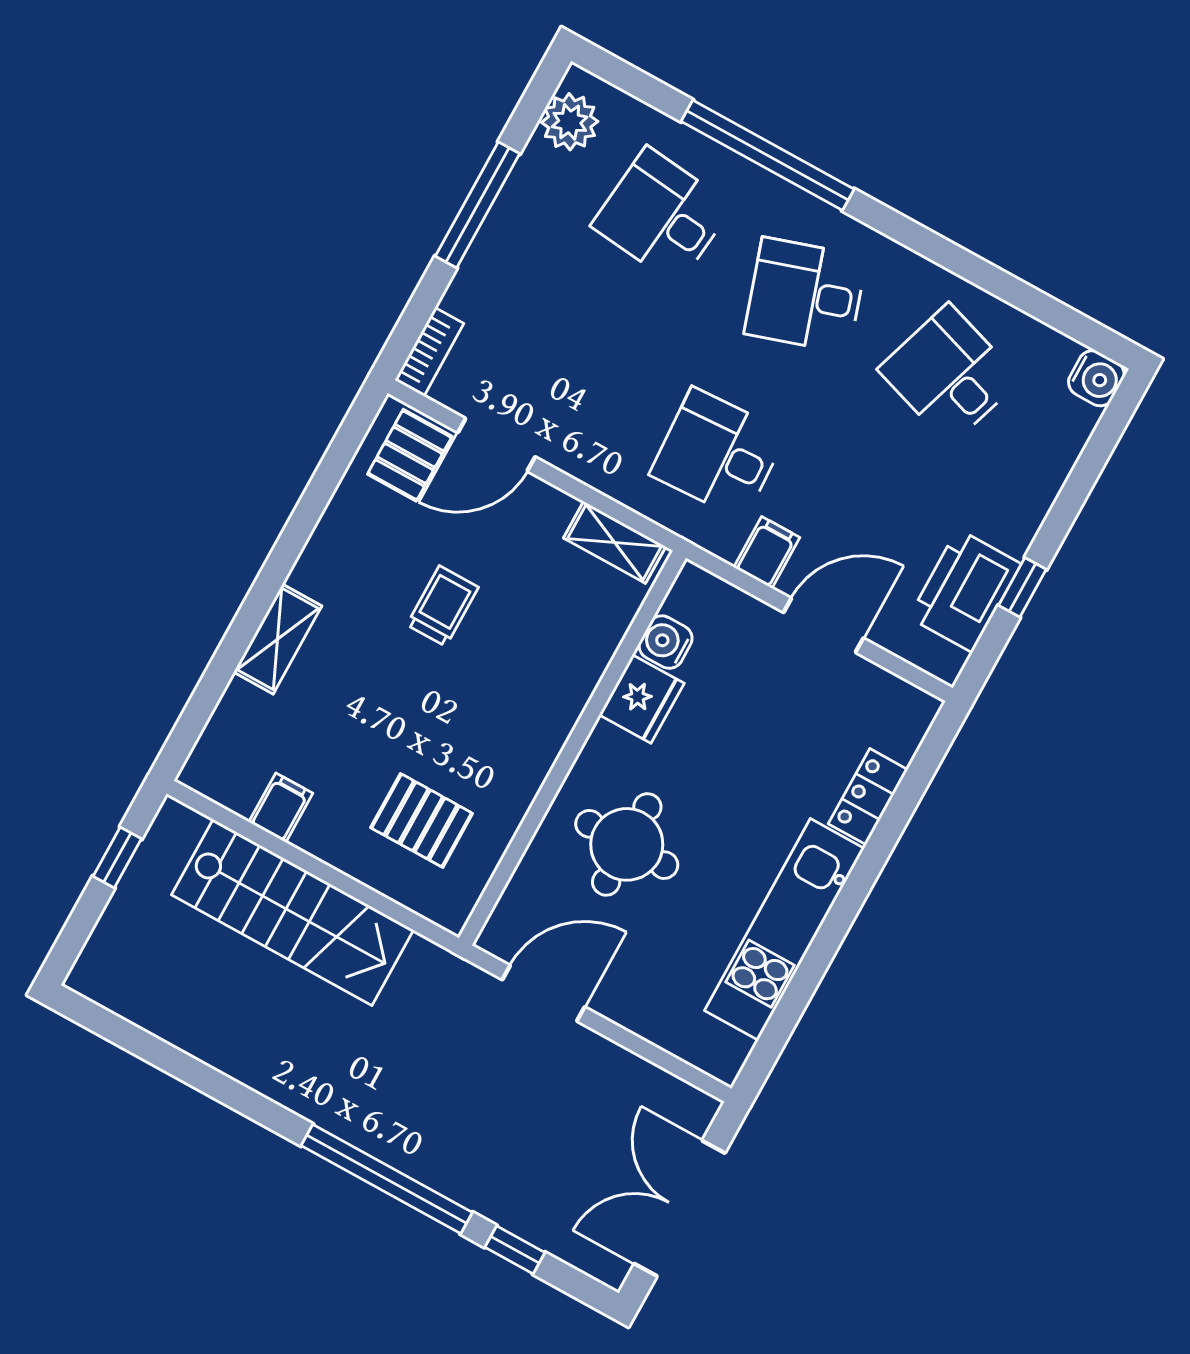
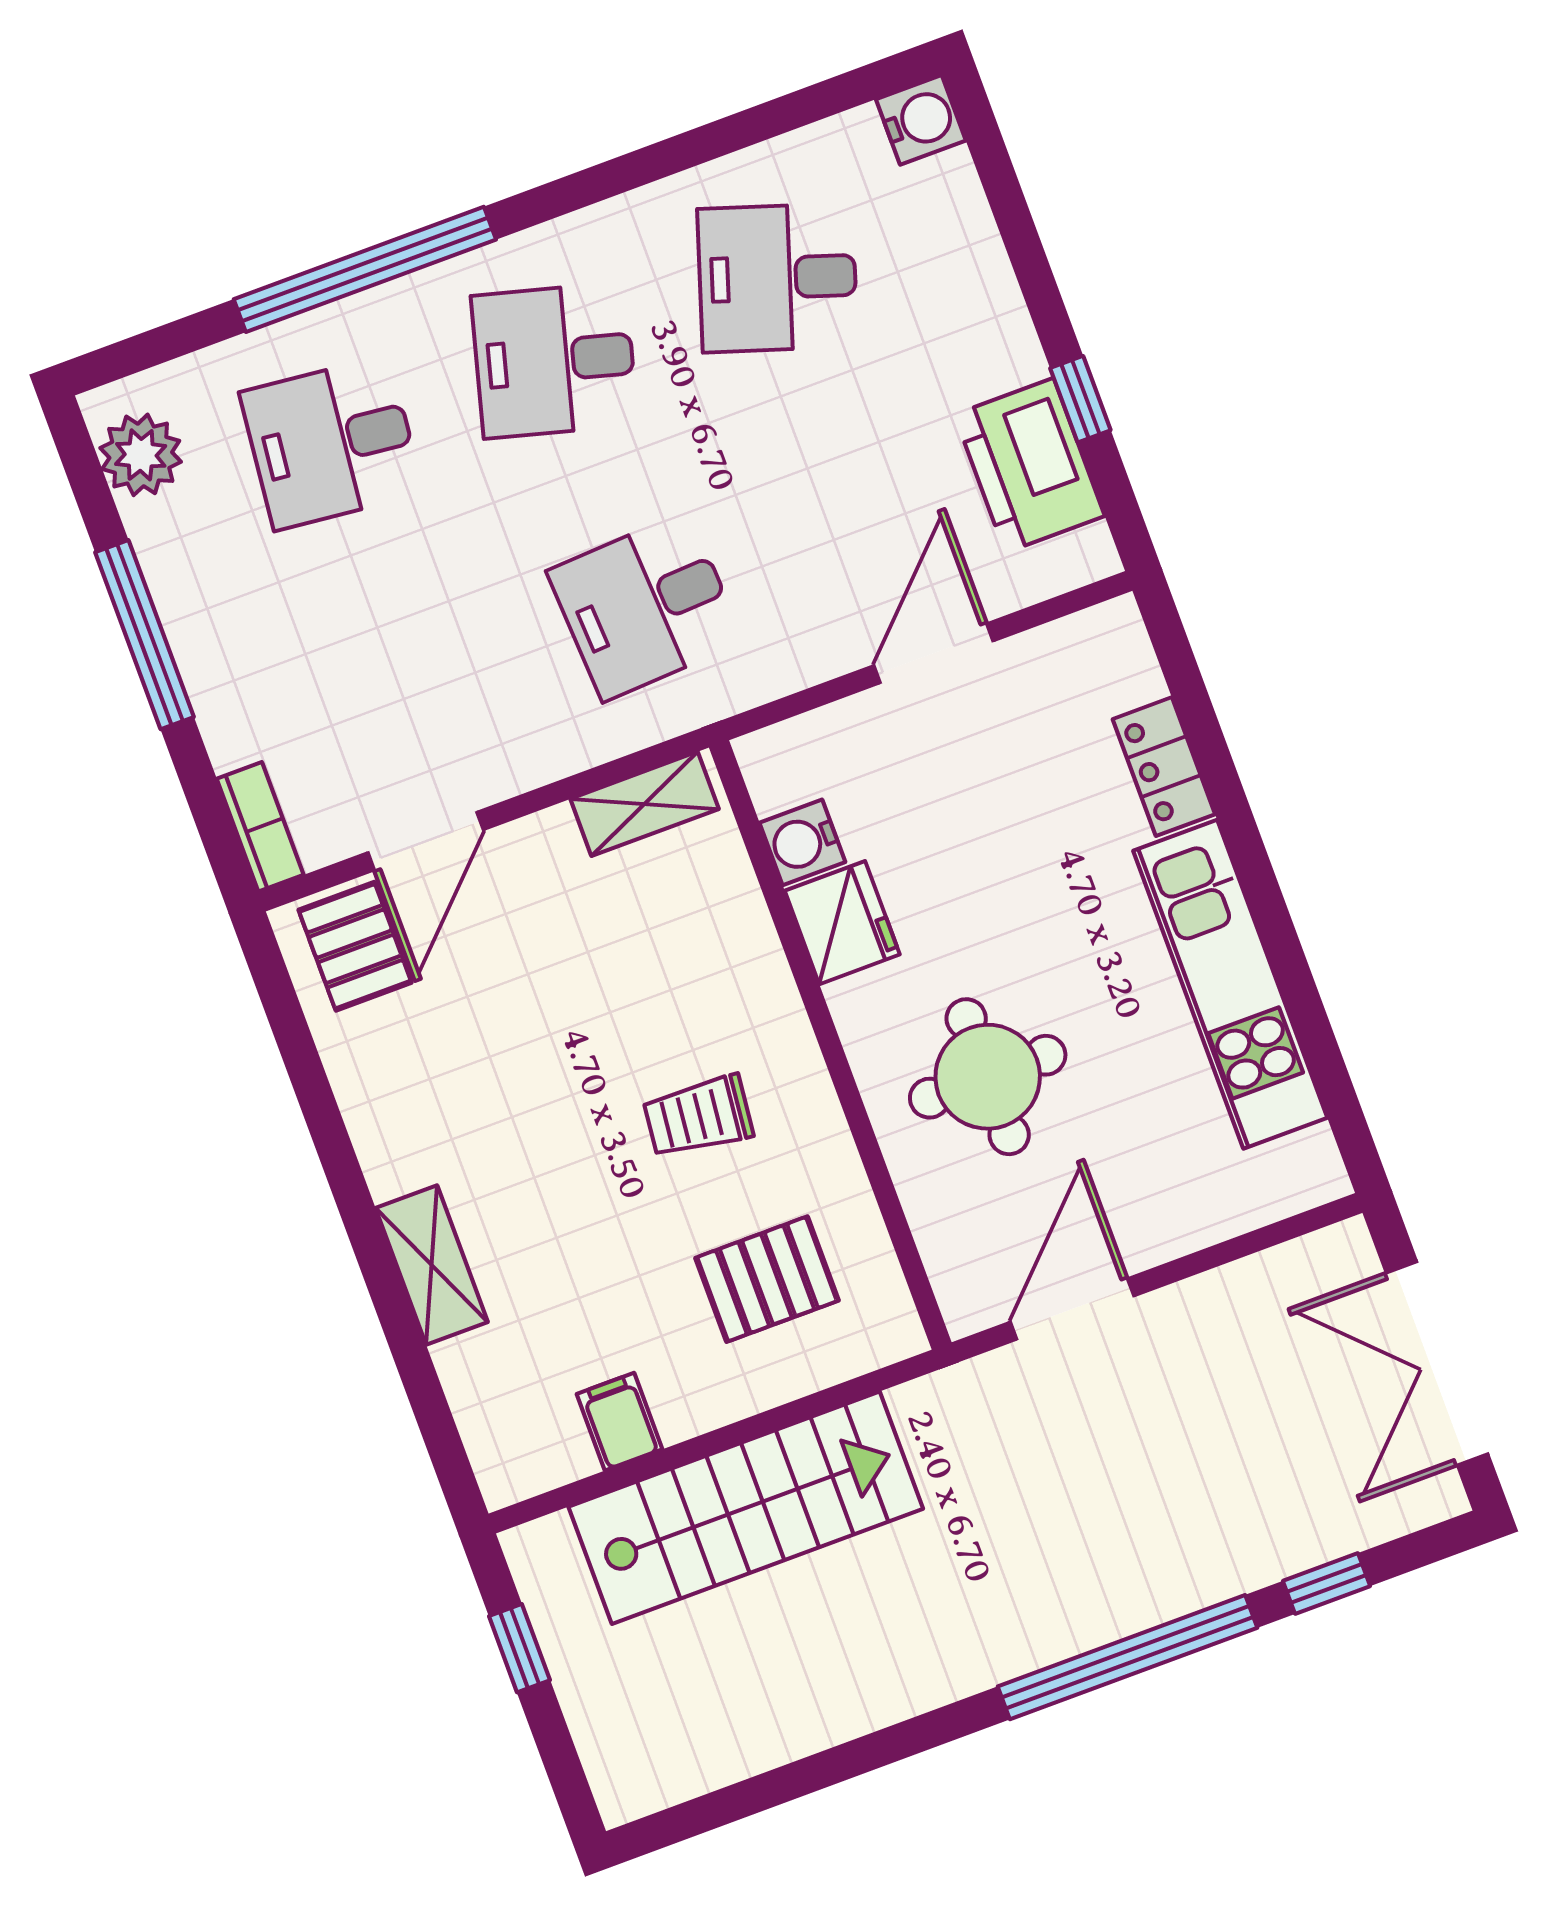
desk: (806, 295) -> (554, 360), turned 33
filing cabinet: (767, 552) -> (800, 646), removed
trolley: (443, 606) -> (698, 1117), moved, turned -84

